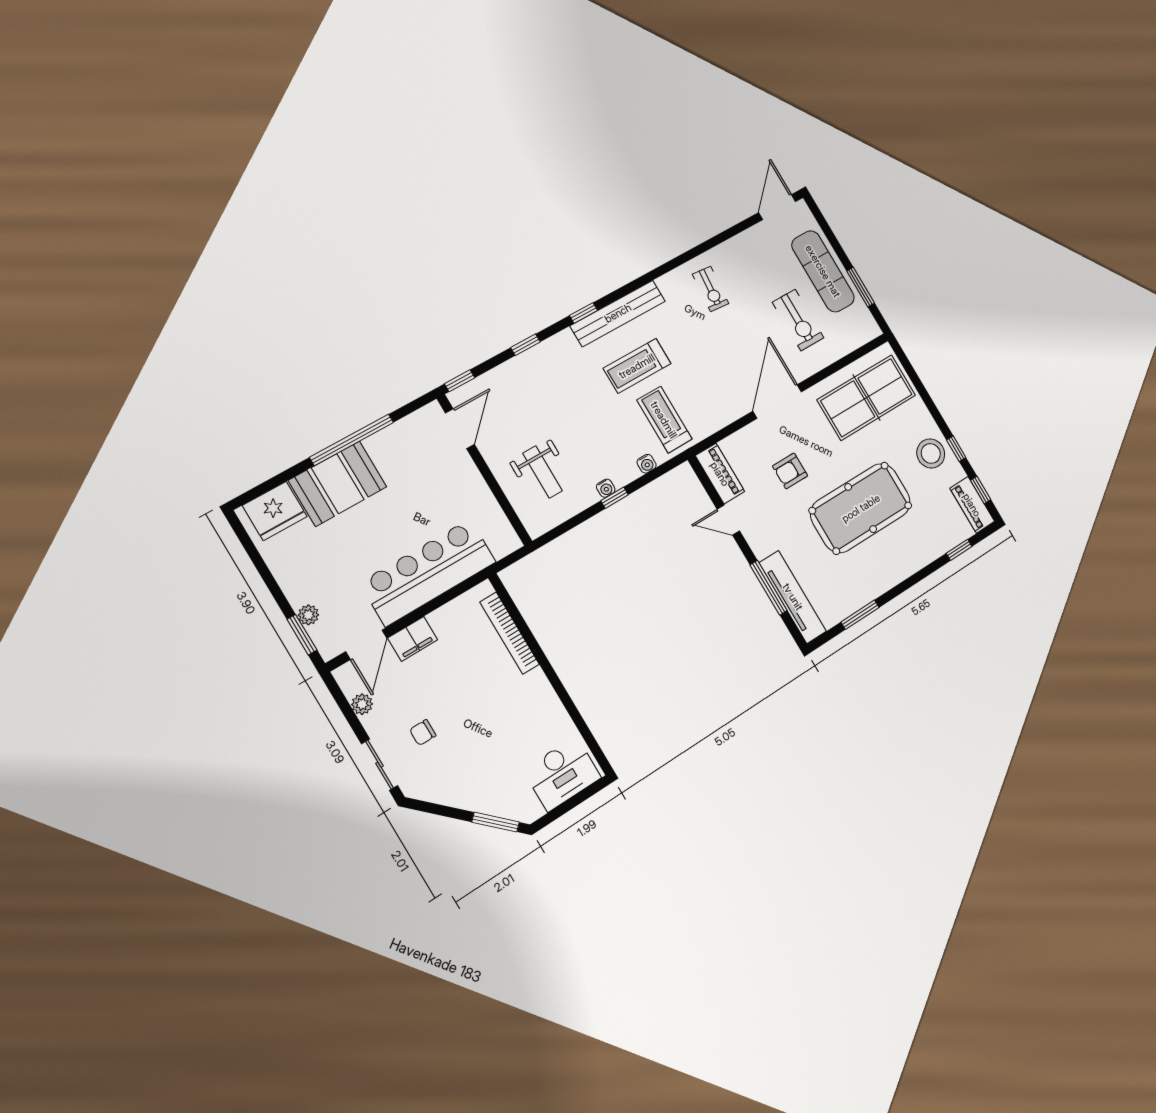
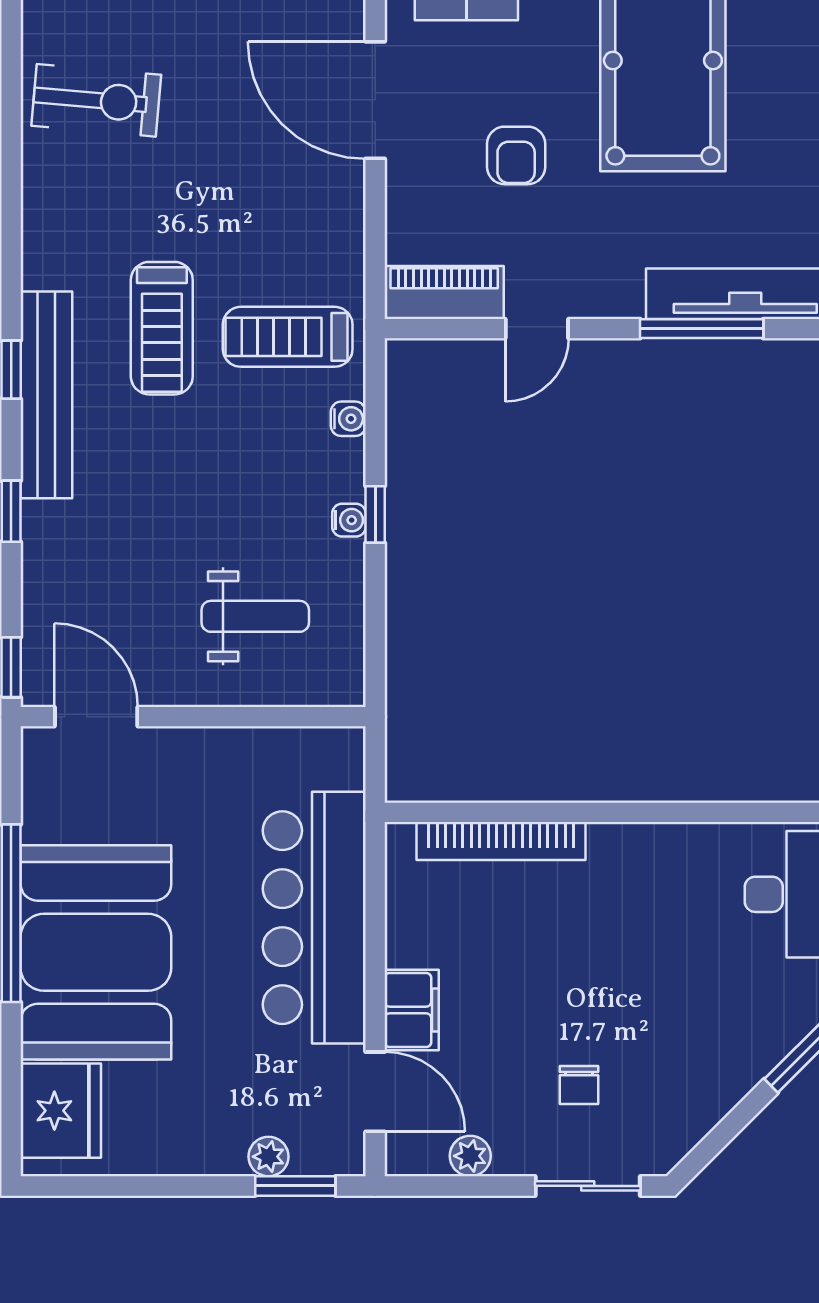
exercise bike: (711, 289) -> (96, 100), width x1.38, depth x1.39
bench: (618, 313) -> (46, 395), moved
booth: (338, 484) -> (96, 952), width x1.36, depth x1.42

